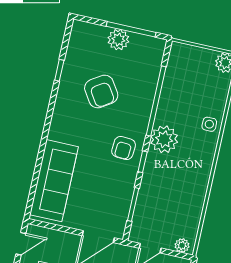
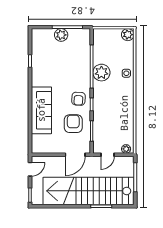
armchair: (101, 92) -> (73, 124), moved, turned -147
plant: (164, 139) -> (101, 73), moved
sofa: (54, 181) -> (41, 110), moved

